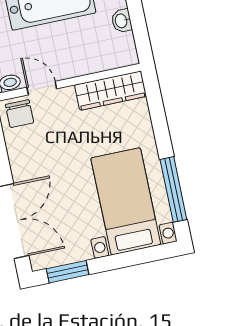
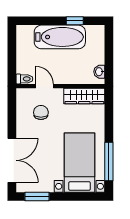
washbasin: (122, 21) -> (99, 72), moved
chair: (20, 114) -> (41, 112), moved, turned 180

